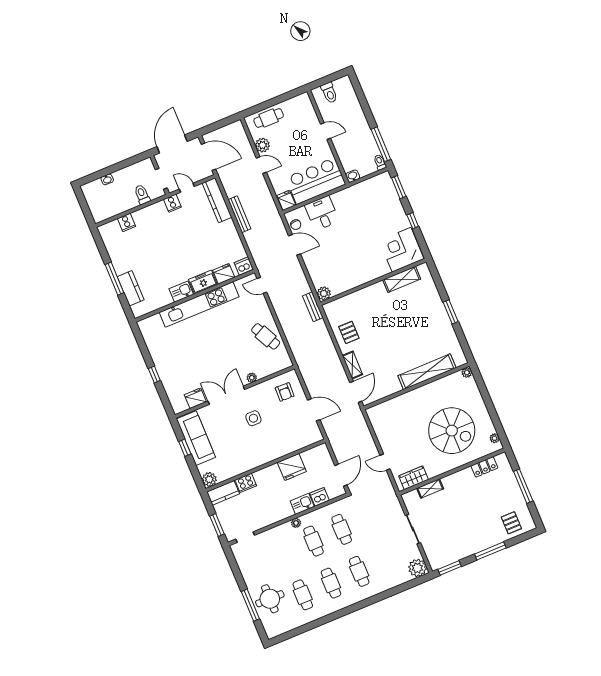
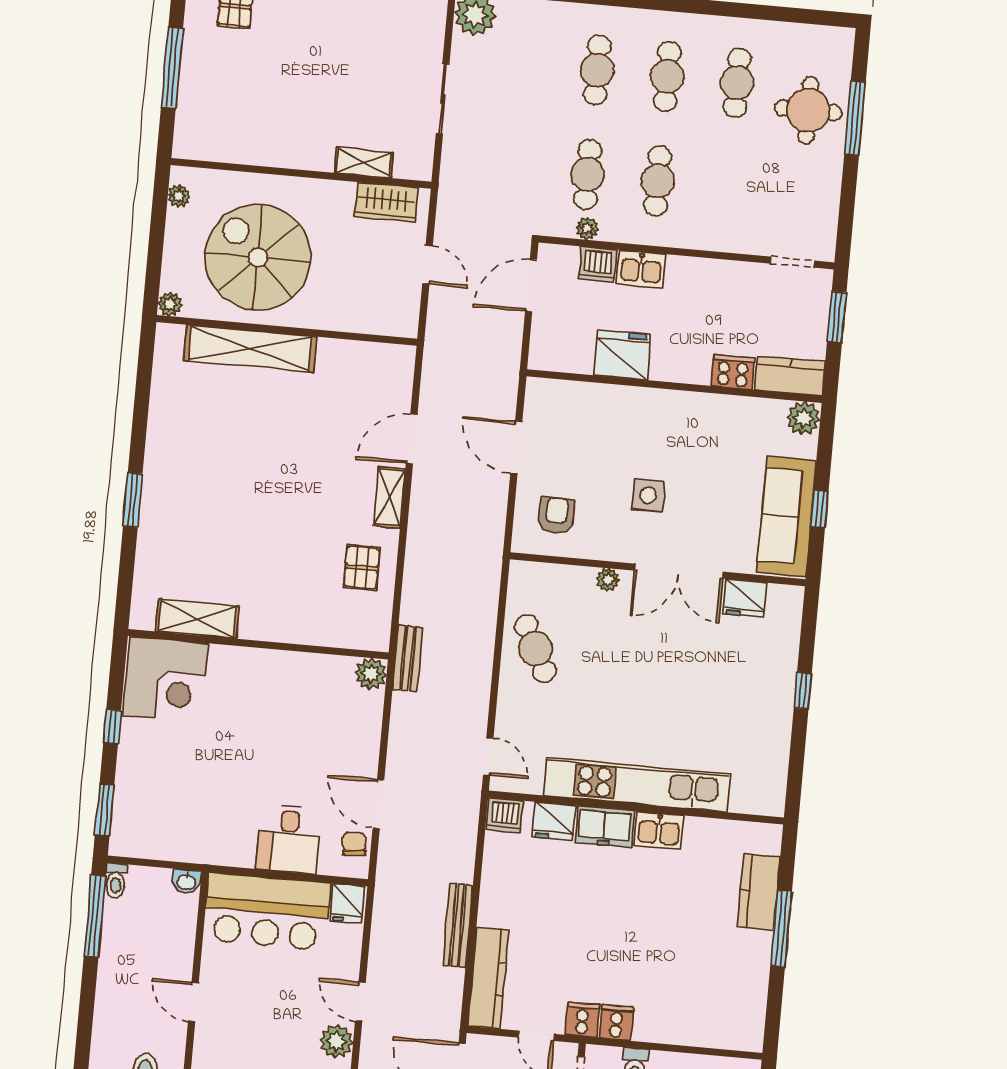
cooker: (126, 222) -> (616, 1023), moved
shelving: (427, 372) -> (250, 348), moved
plant: (467, 372) -> (170, 304), moved
wall: (417, 386) -> (287, 330), moved
locker: (484, 467) -> (230, 149), removed
plant: (296, 523) -> (587, 229), moved

